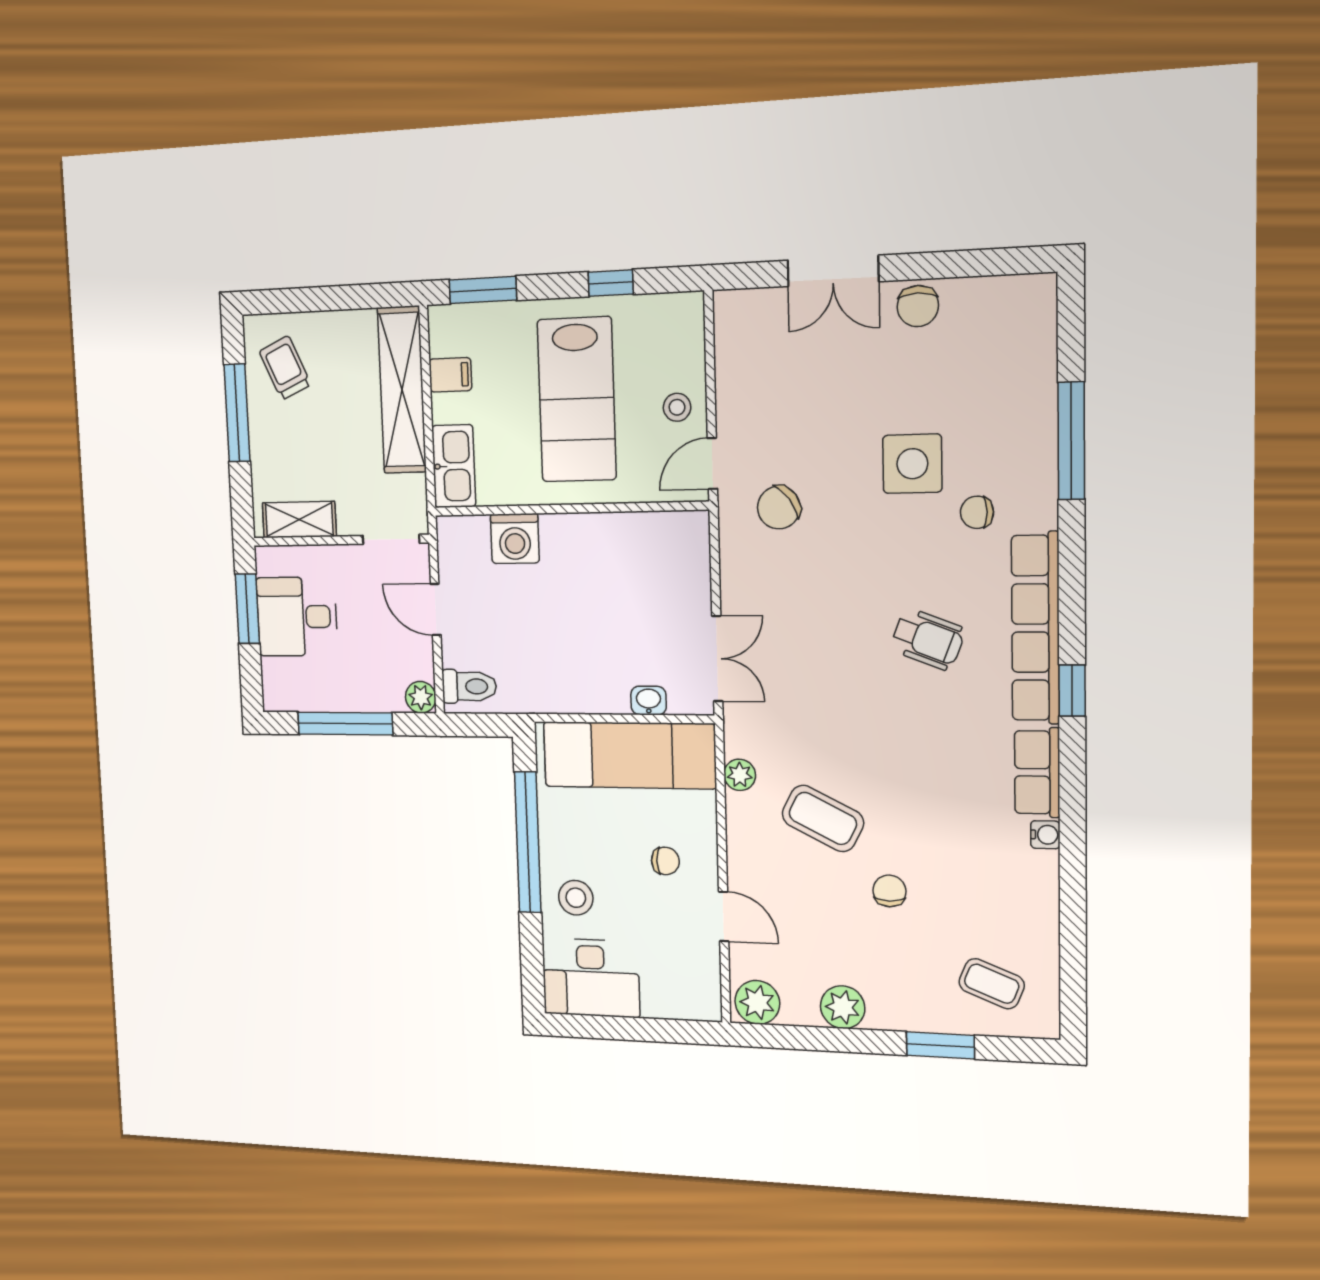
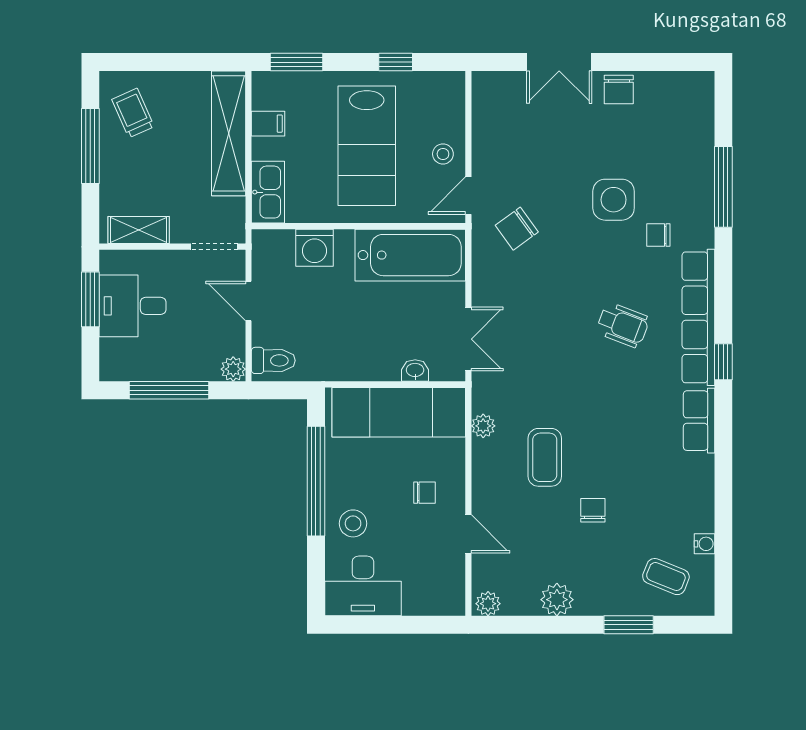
bathtub: (638, 546) -> (410, 255), added
coffee table: (823, 818) -> (545, 457), turned 63
water cooler: (1045, 835) -> (704, 544), moved
plant: (757, 1002) -> (488, 604), width x0.73, depth x0.73

